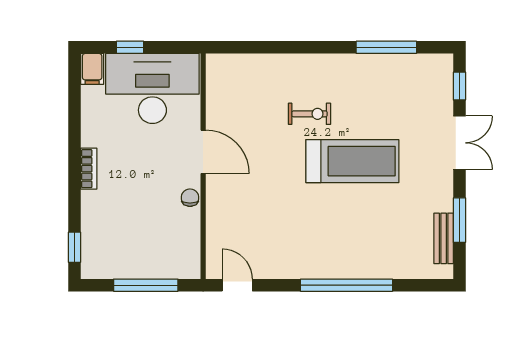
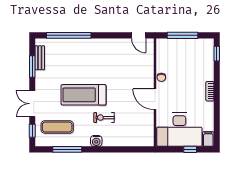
water cooler: (326, 65) -> (96, 141), added
exercise mat: (407, 94) -> (57, 127), added
window: (347, 285) -> (69, 35), moved

